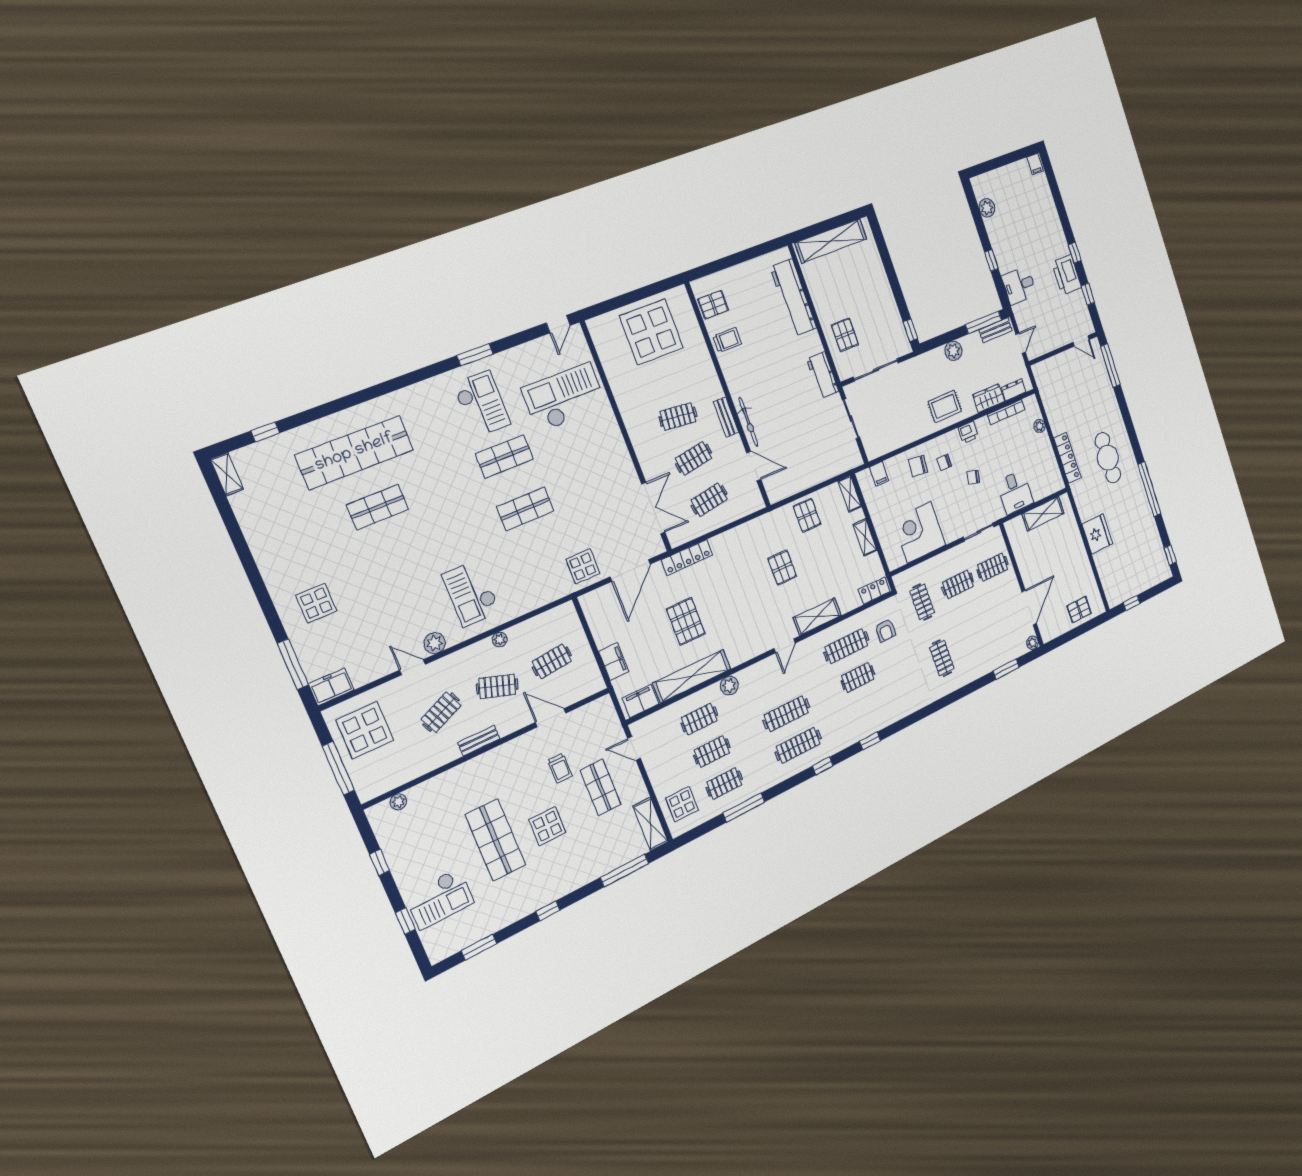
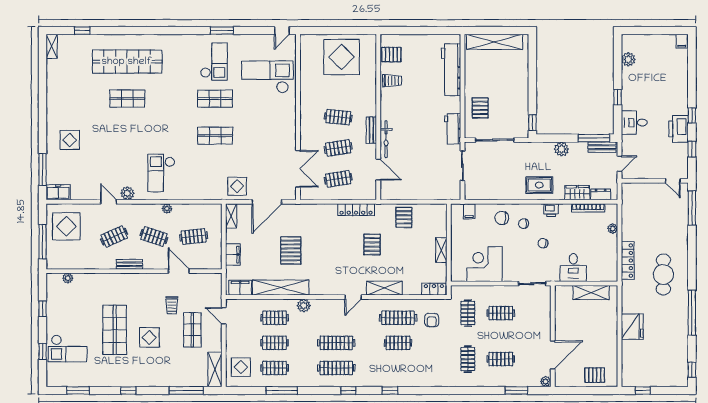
shelving: (850, 494) -> (231, 216), moved
locker: (687, 557) -> (356, 210), moved
clothes rail: (993, 567) -> (501, 359), moved

